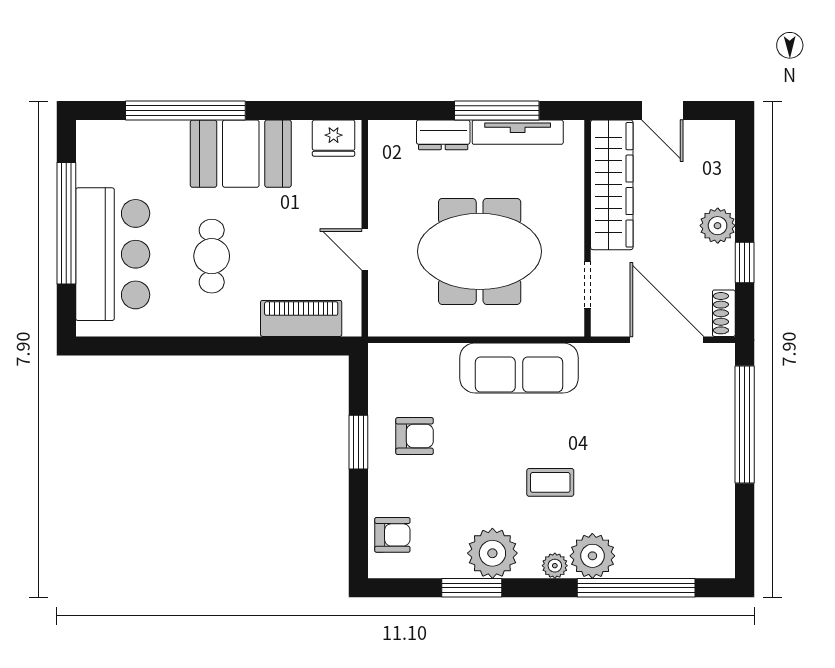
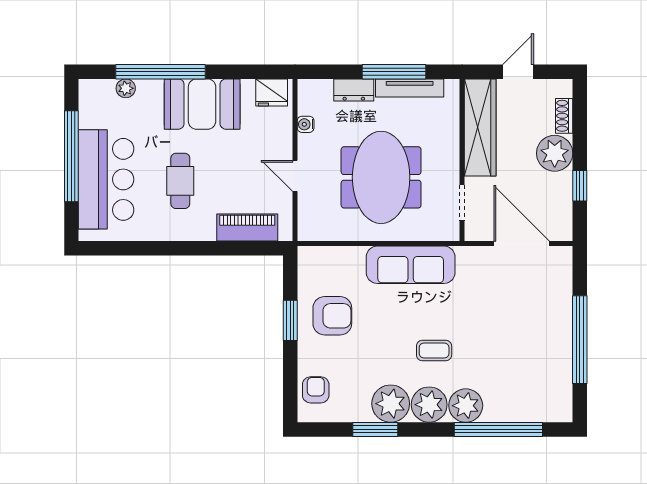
door: (662, 110) -> (518, 72), swing flipped
plant: (139, 133) -> (126, 88), added
water cooler: (379, 181) -> (306, 124), added
plant: (718, 226) -> (555, 153), width x1.36, depth x1.36
meeting table: (480, 251) -> (381, 177), turned 90
shoe rack: (724, 313) -> (564, 116), moved
window: (745, 424) -> (580, 340), moved
armchair: (415, 436) -> (332, 316), width x1.38, depth x1.38
armchair: (392, 535) -> (316, 390), turned -90
plant: (555, 566) -> (429, 405), width x1.87, depth x1.87

